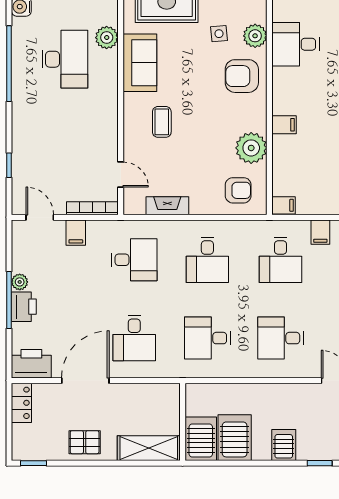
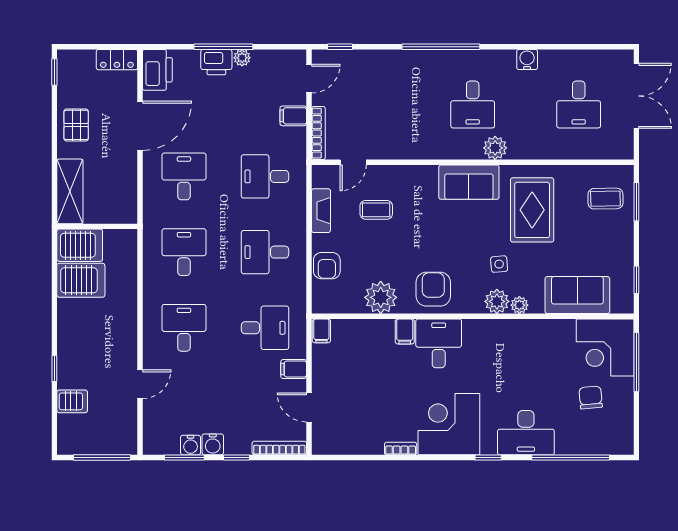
plant: (259, 14) -> (519, 305), added
desk: (296, 44) -> (439, 343), moved
desk: (65, 59) -> (473, 104), width x0.73
window: (9, 64) -> (441, 47), moved
armchair: (242, 76) -> (433, 289), moved
coffee table: (162, 122) -> (376, 210), moved
window: (9, 165) -> (340, 47), moved
armchair: (238, 190) -> (327, 266), moved
desk: (134, 260) -> (265, 176), turned 90
desk: (280, 260) -> (265, 328), turned 180
desk: (134, 338) -> (184, 176), turned 90
door: (85, 381) -> (140, 126), hinge flipped
server rack: (284, 445) -> (73, 331), removed

